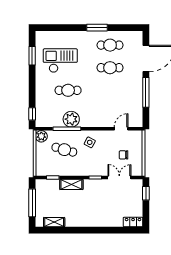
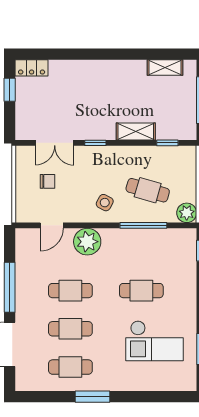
cafe table: (110, 90) -> (70, 291), added
plant: (71, 119) -> (87, 242), moved
window: (146, 193) -> (10, 90), moved

